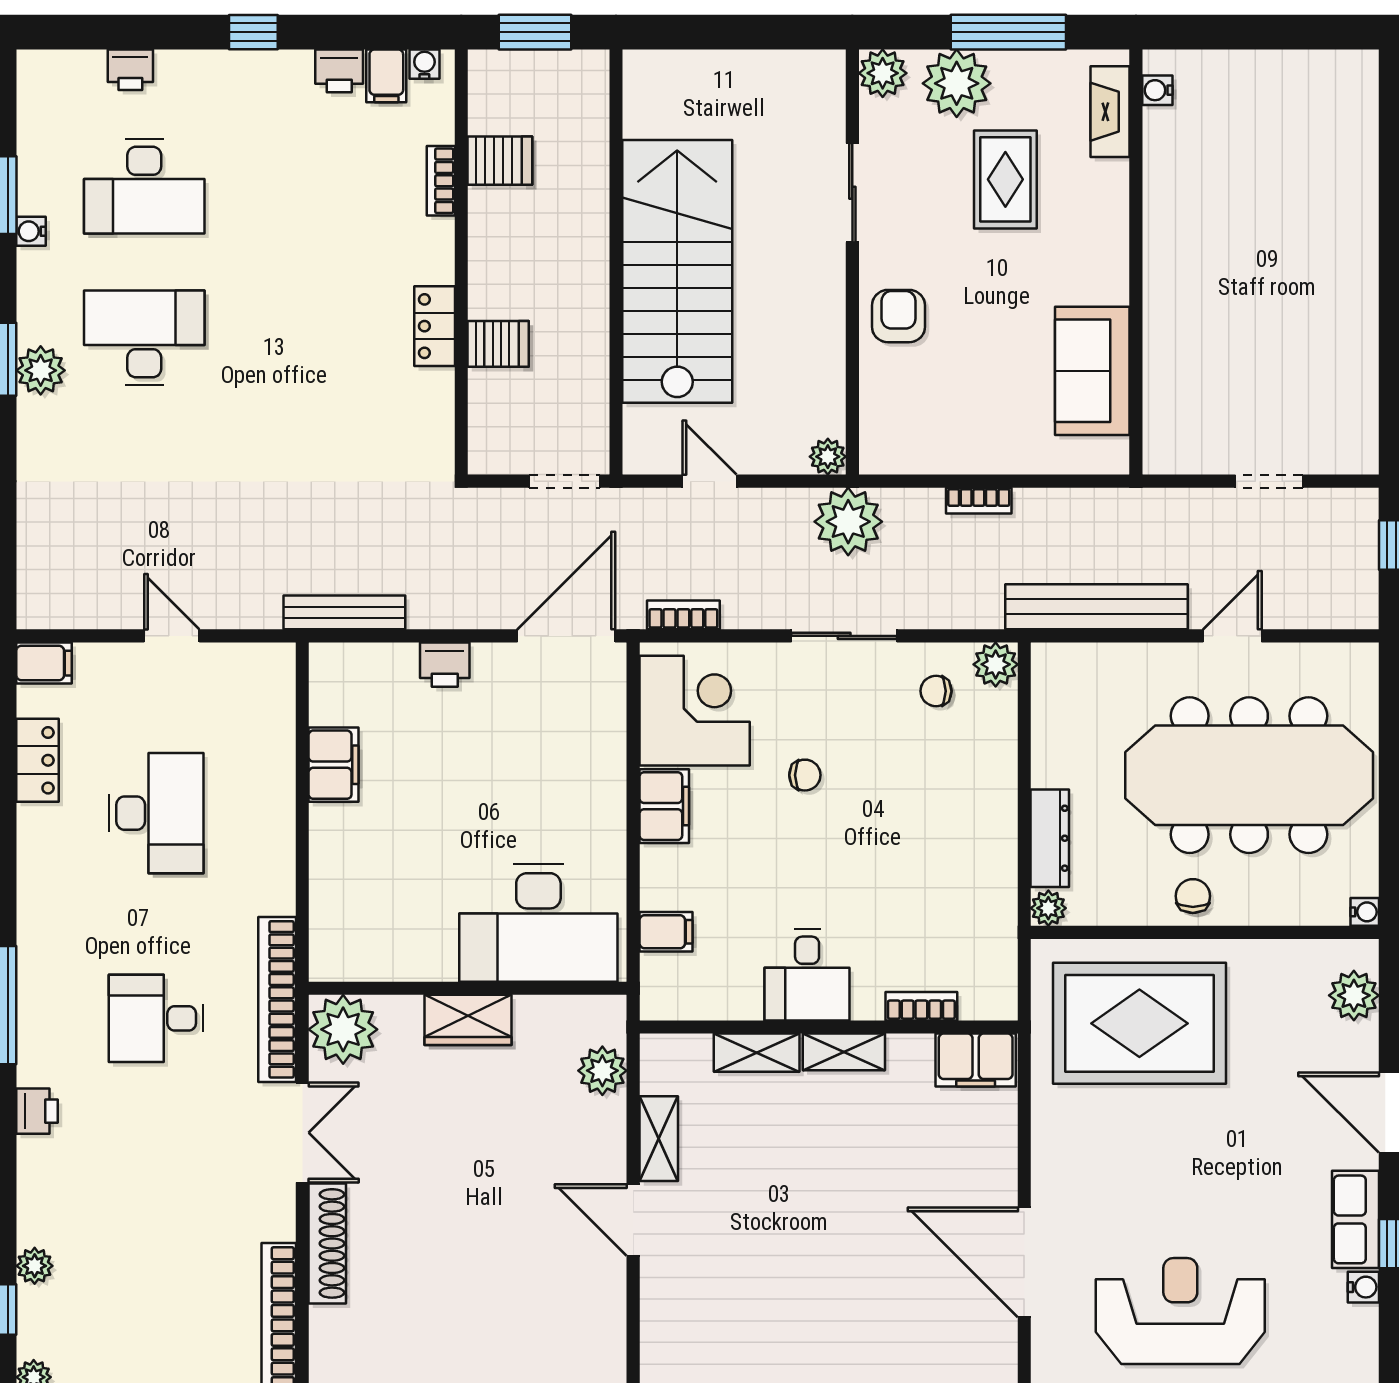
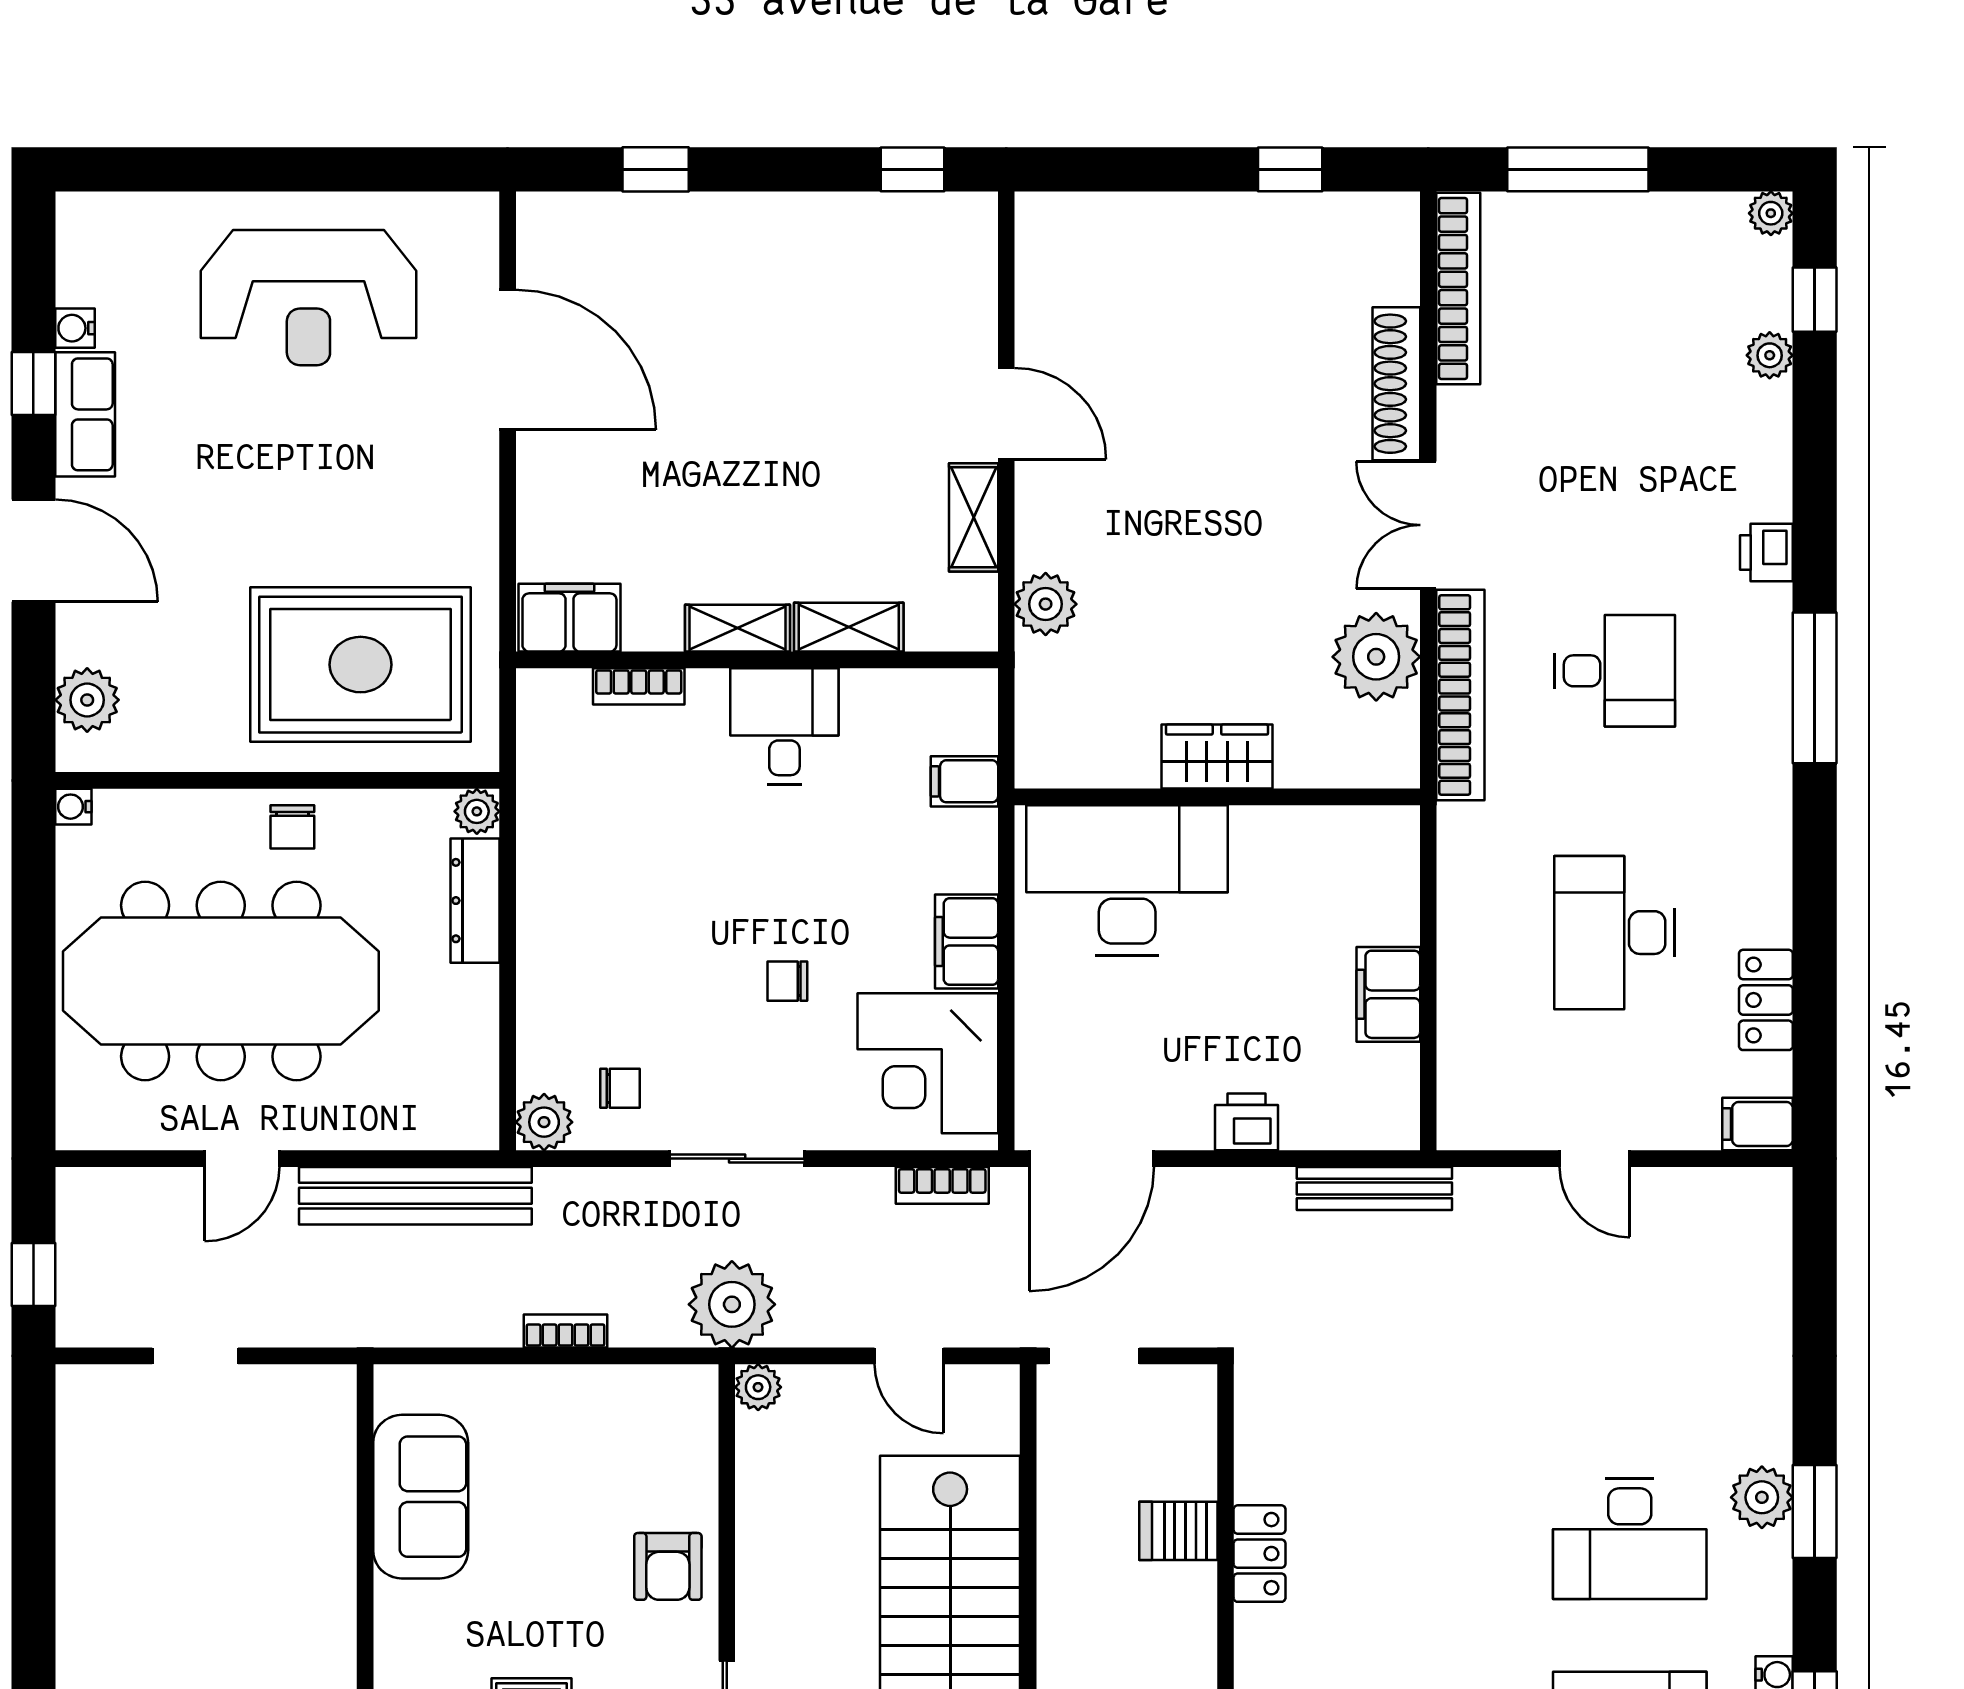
desk: (538, 923) -> (1127, 880), moved
wall: (468, 988) -> (1217, 797), moved
wardrobe: (468, 1020) -> (1217, 757), moved

